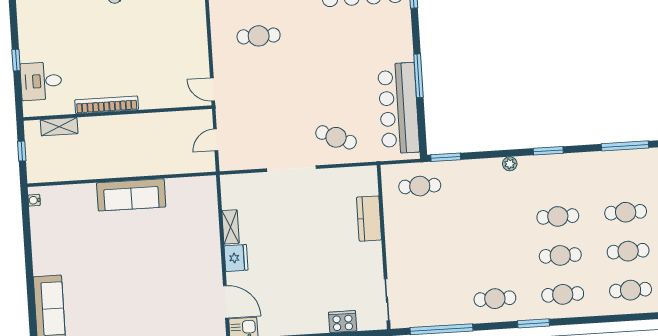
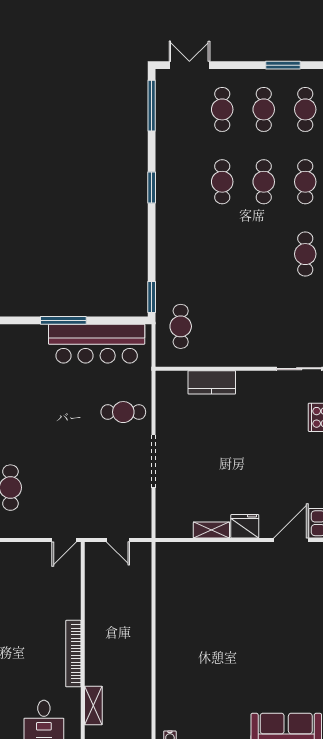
cafe table: (336, 137) -> (123, 412), turned 67
plant: (510, 164) -> (163, 229), removed
sofa: (131, 195) -> (171, 633), removed

